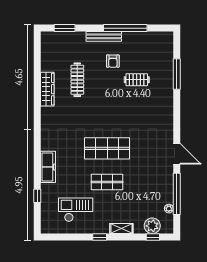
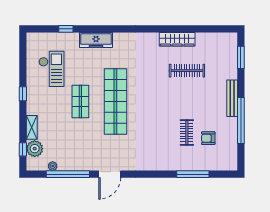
armchair: (113, 61) -> (208, 138), moved
shop shelf: (107, 148) -> (115, 102), width x1.40
shelving: (121, 229) -> (32, 127), moved

